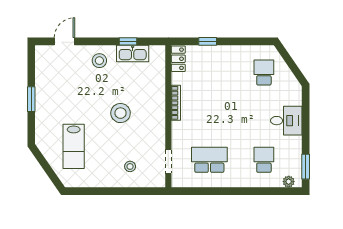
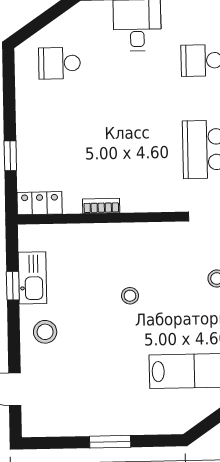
bookcase: (176, 103) -> (101, 206), width x0.64
stool: (121, 113) -> (130, 296), width x0.53, depth x0.53

